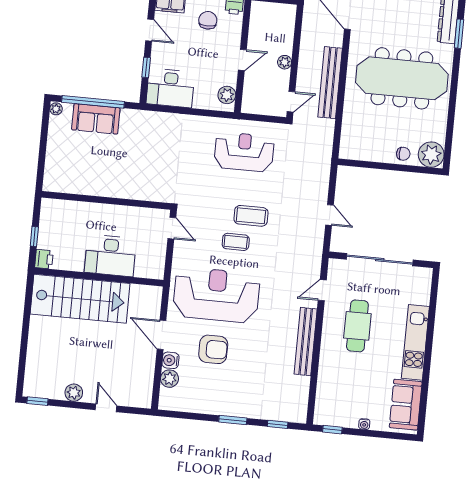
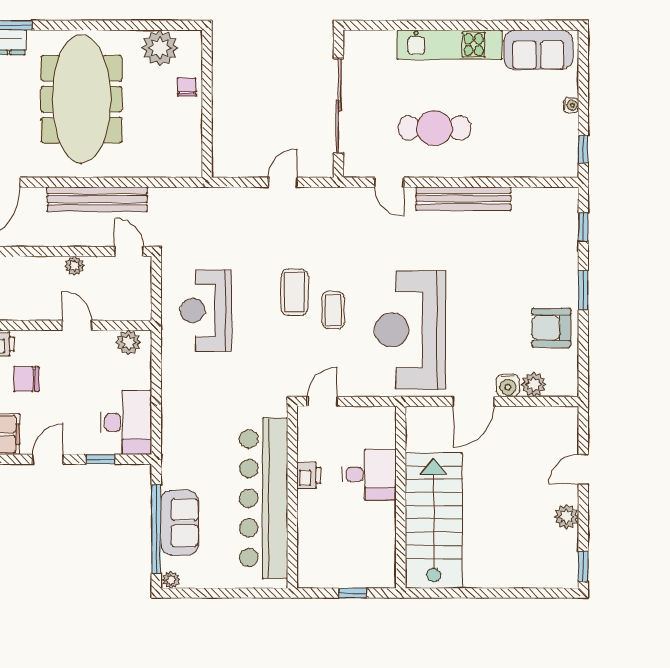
plant: (431, 155) -> (160, 48), moved
bar counter: (107, 180) -> (264, 498), added
desk: (110, 256) -> (369, 475), width x0.73
printer: (44, 259) -> (309, 475), moved, turned 90
armchair: (213, 349) -> (551, 328), moved, turned -90

